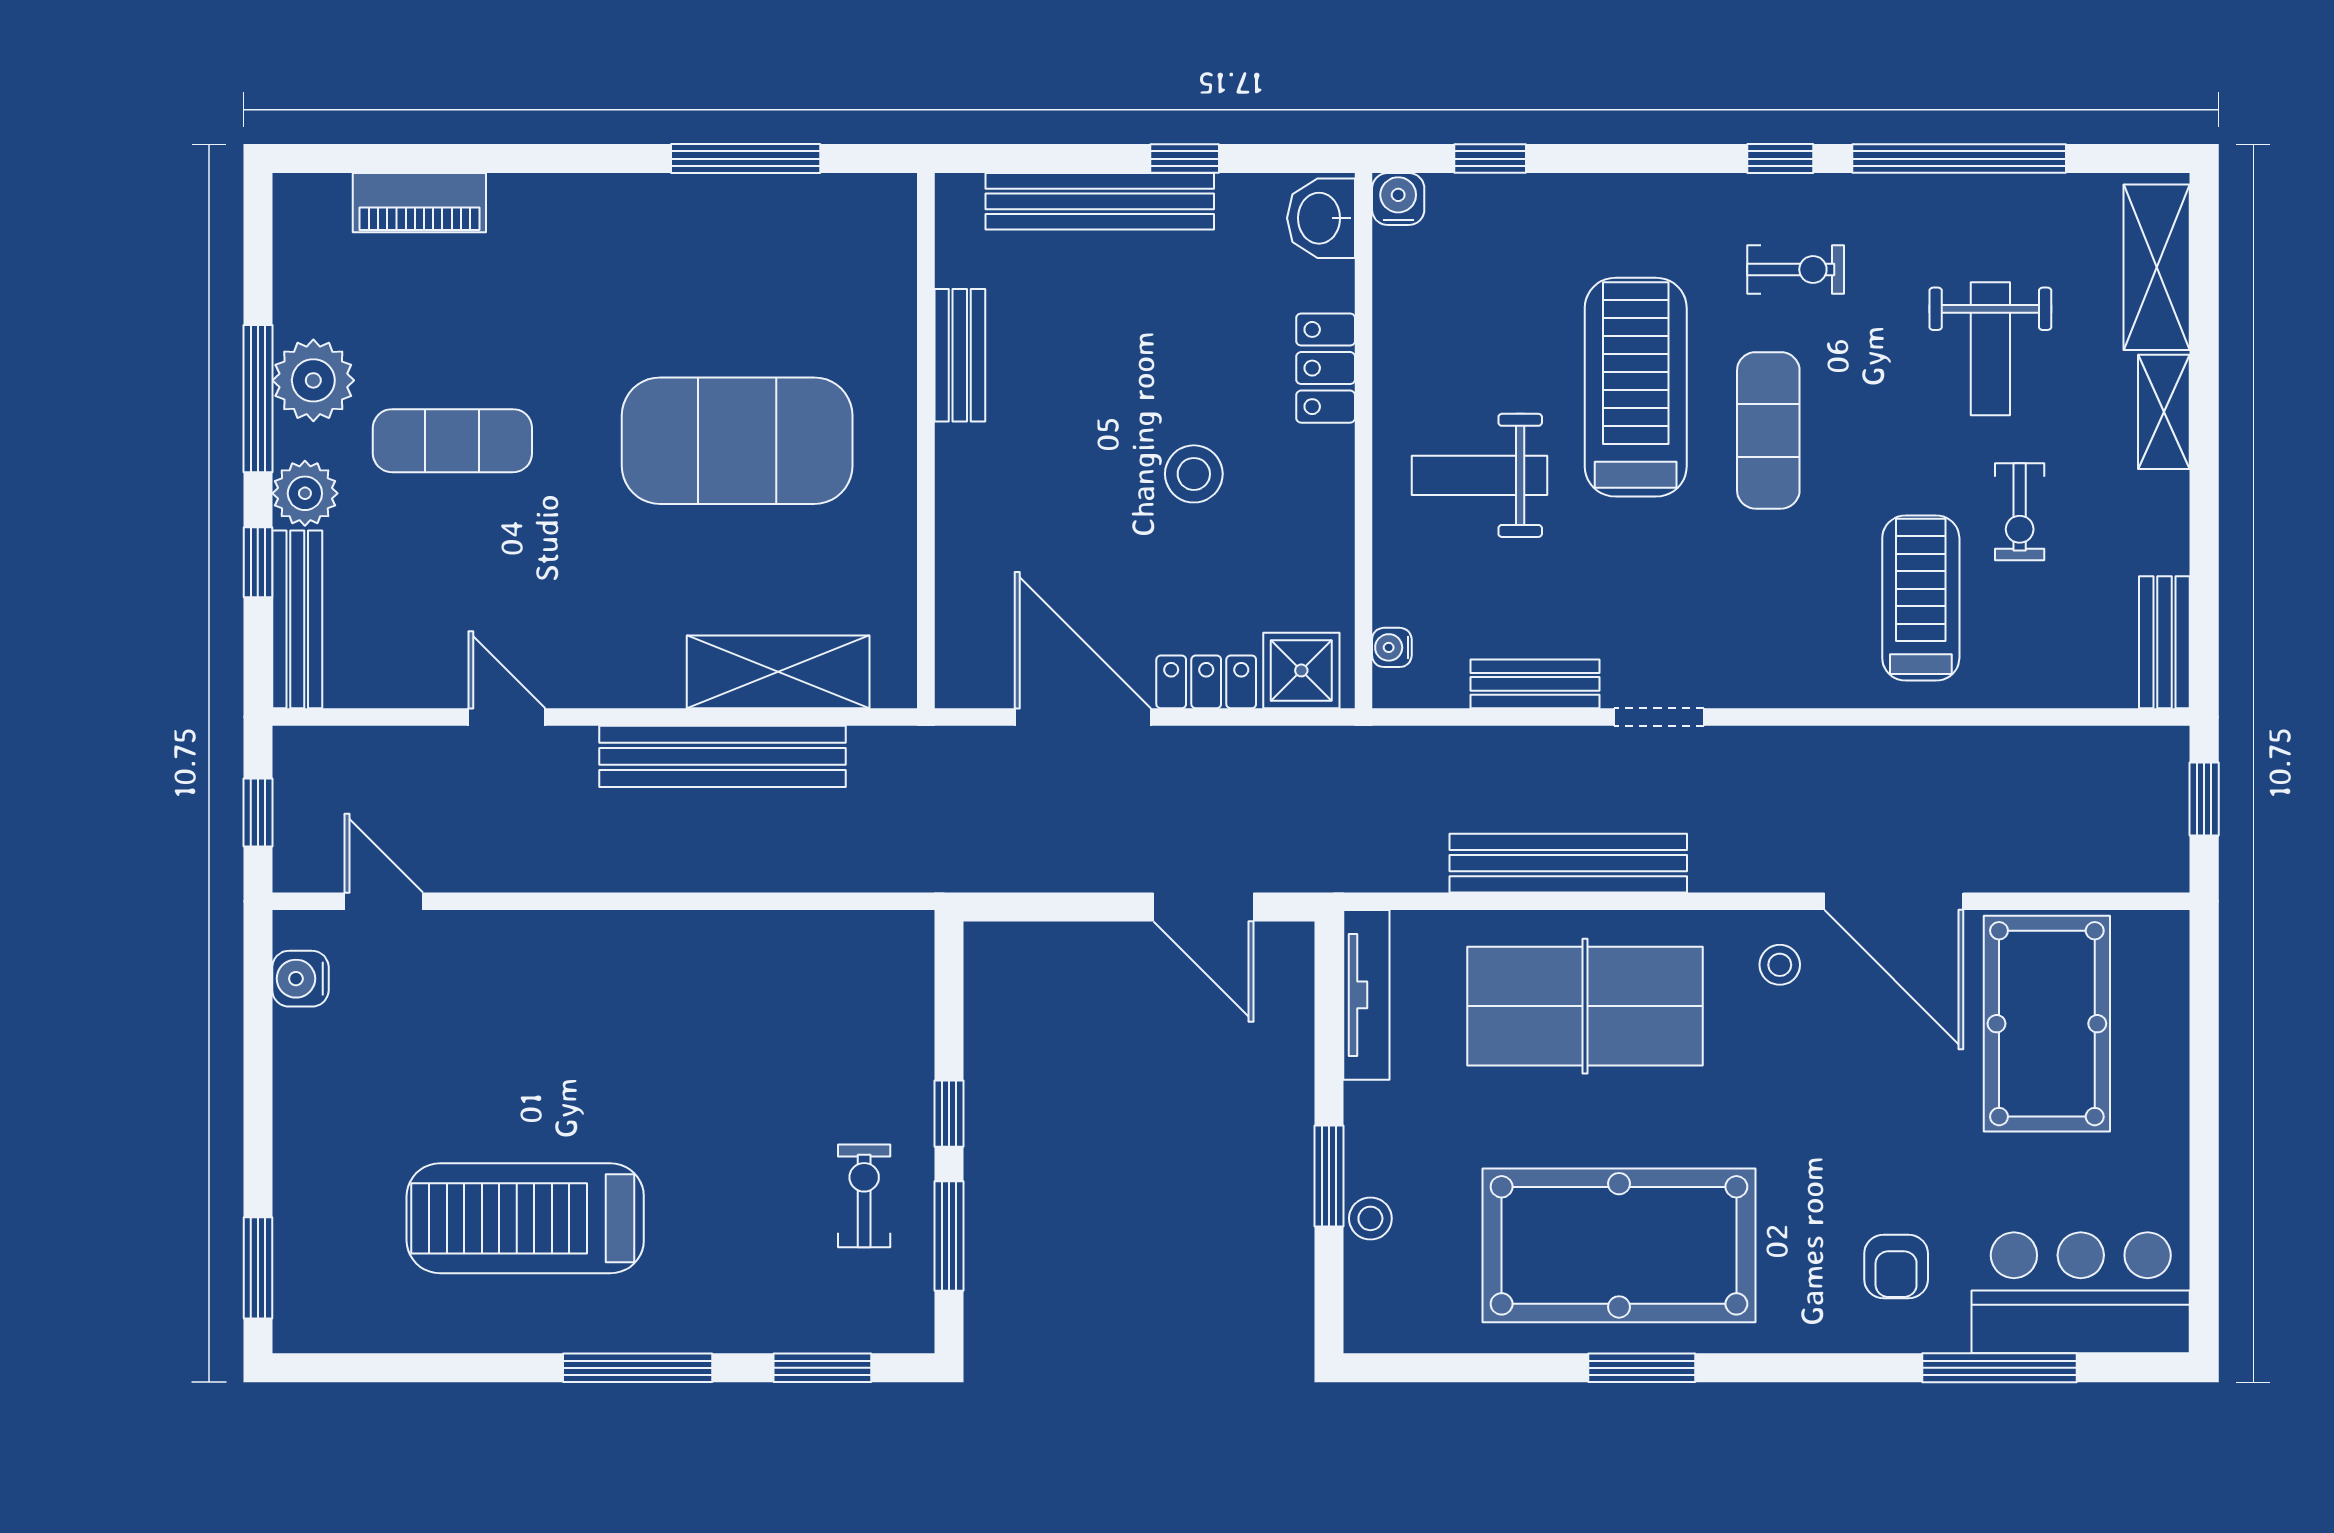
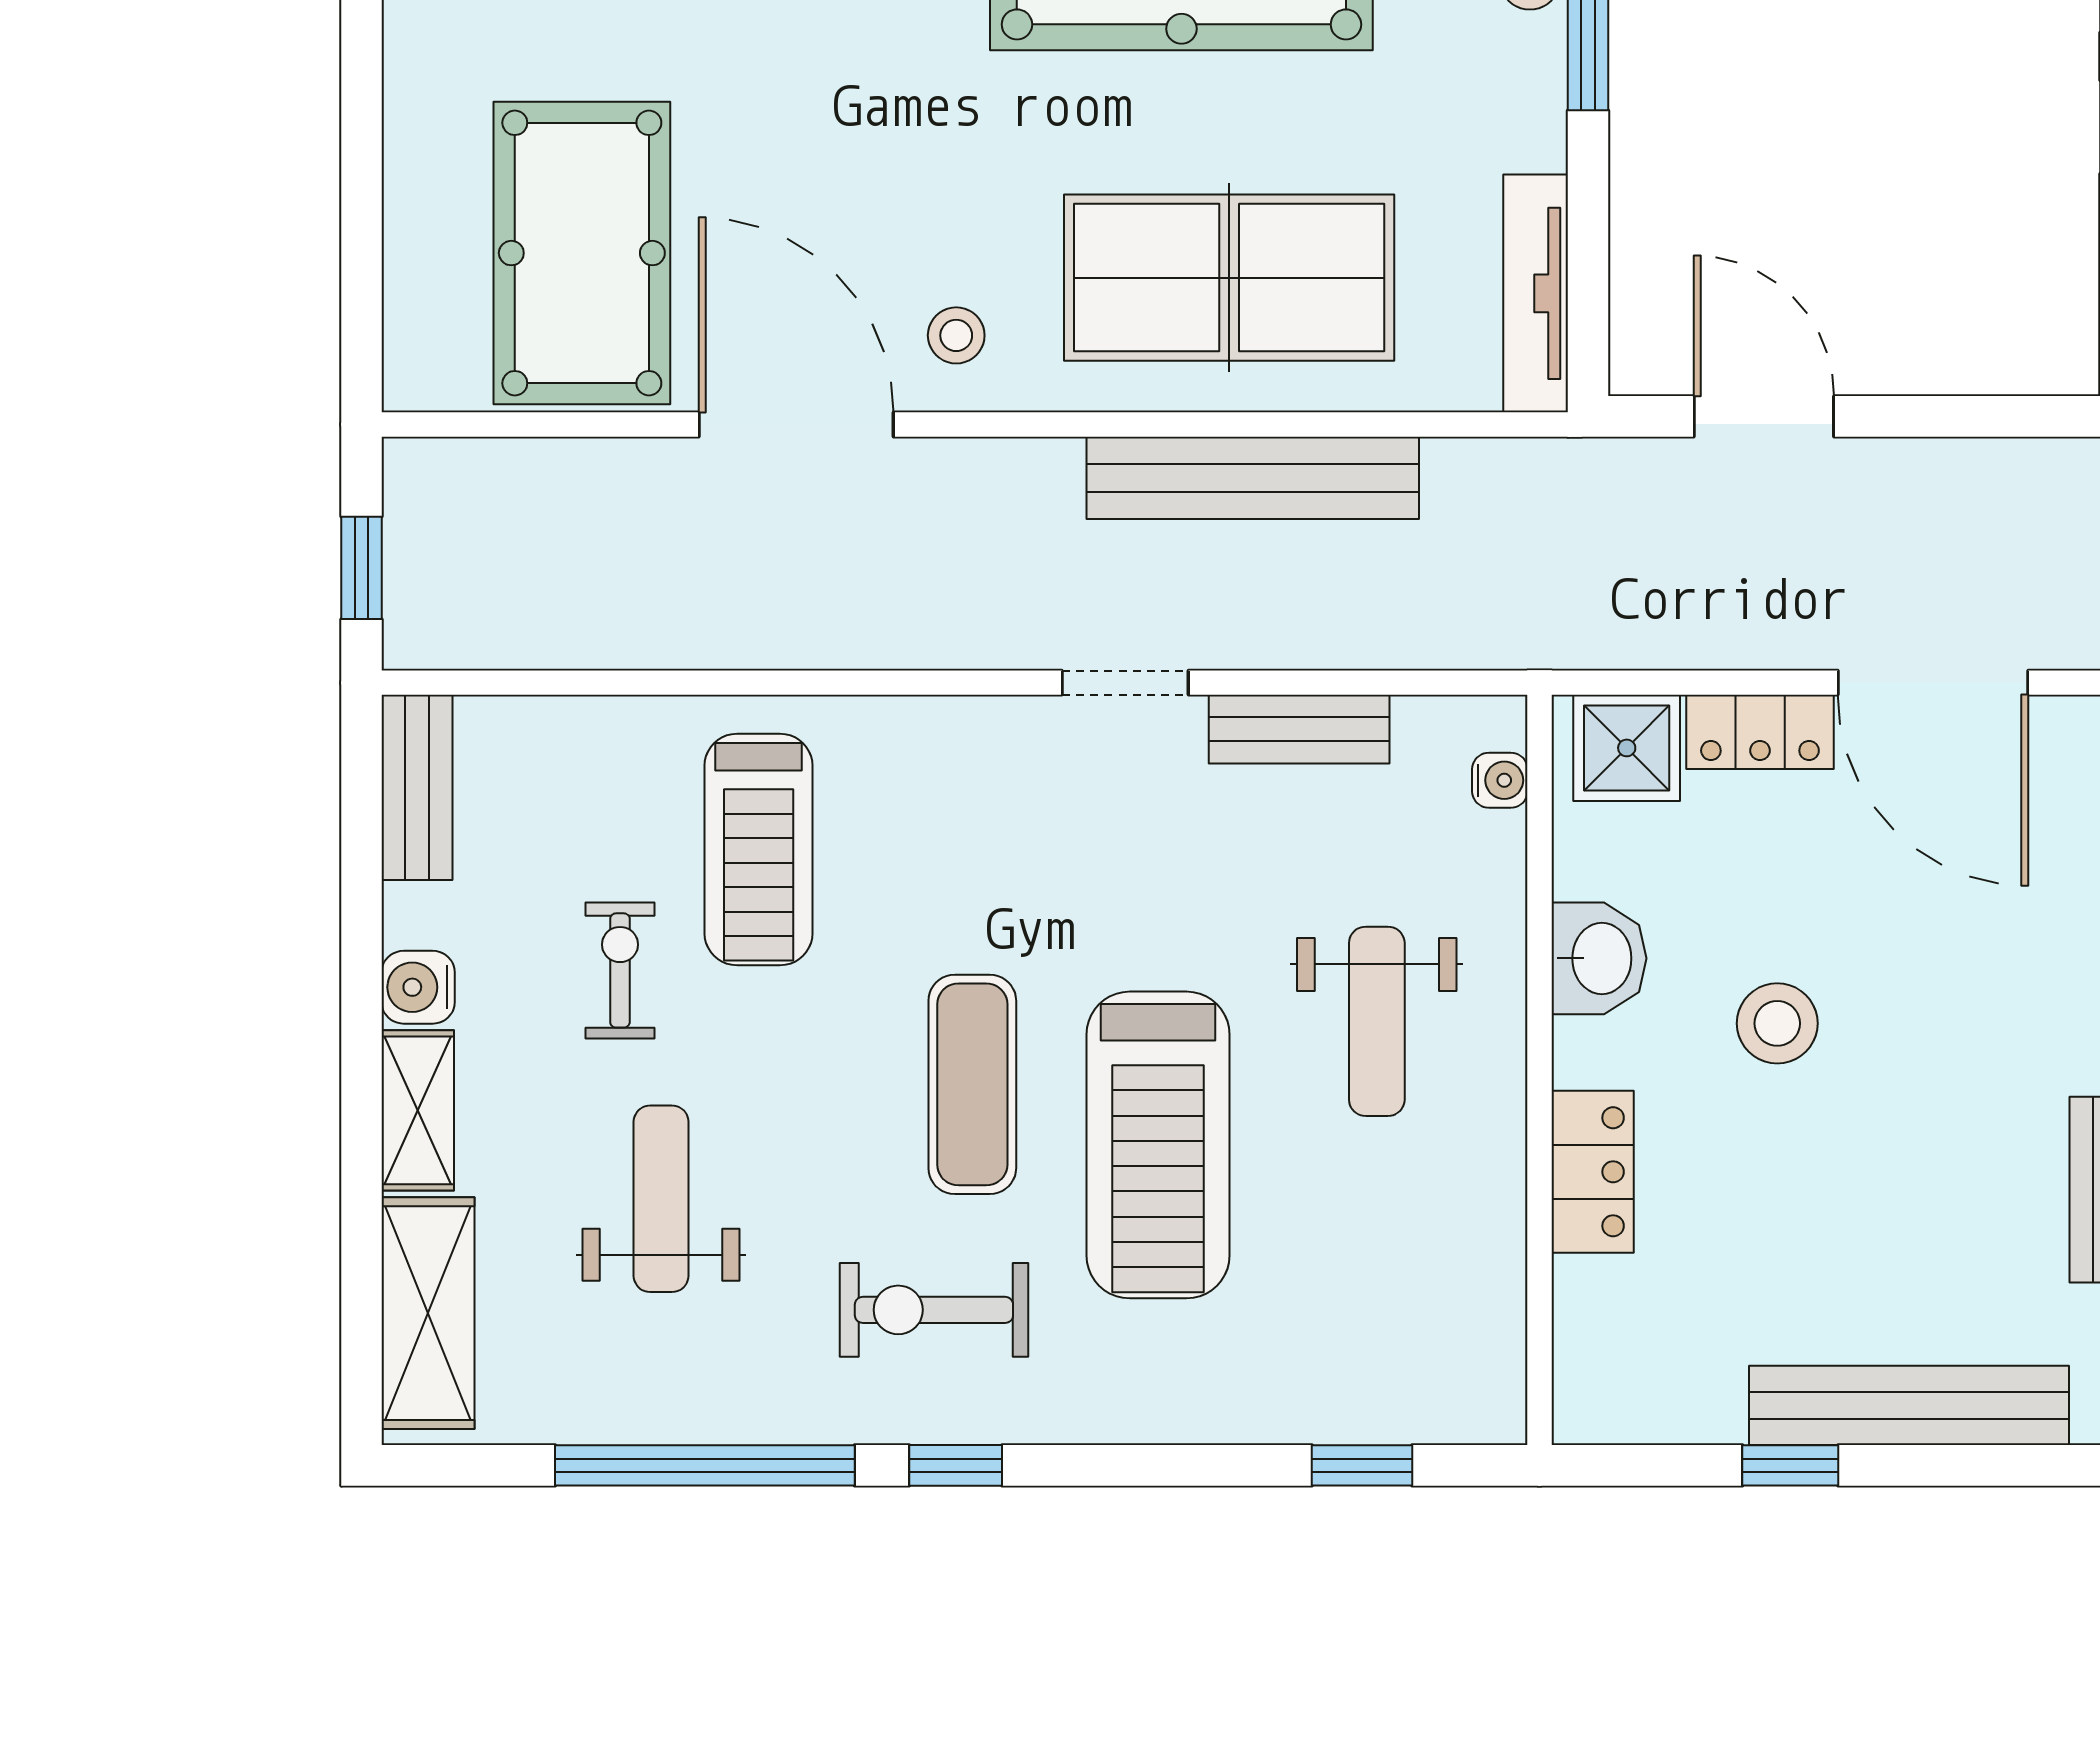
water cooler: (1398, 199) -> (418, 987), moved, turned 90
washbasin: (1321, 218) -> (1599, 958), moved
exercise bike: (1796, 269) -> (934, 1310), width x1.38, depth x1.39
weight bench: (1480, 475) -> (1377, 1021), turned 90

